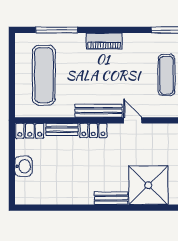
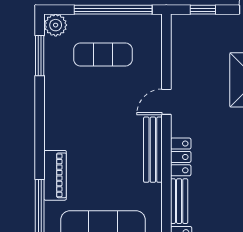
piano: (104, 41) -> (55, 175), moved

